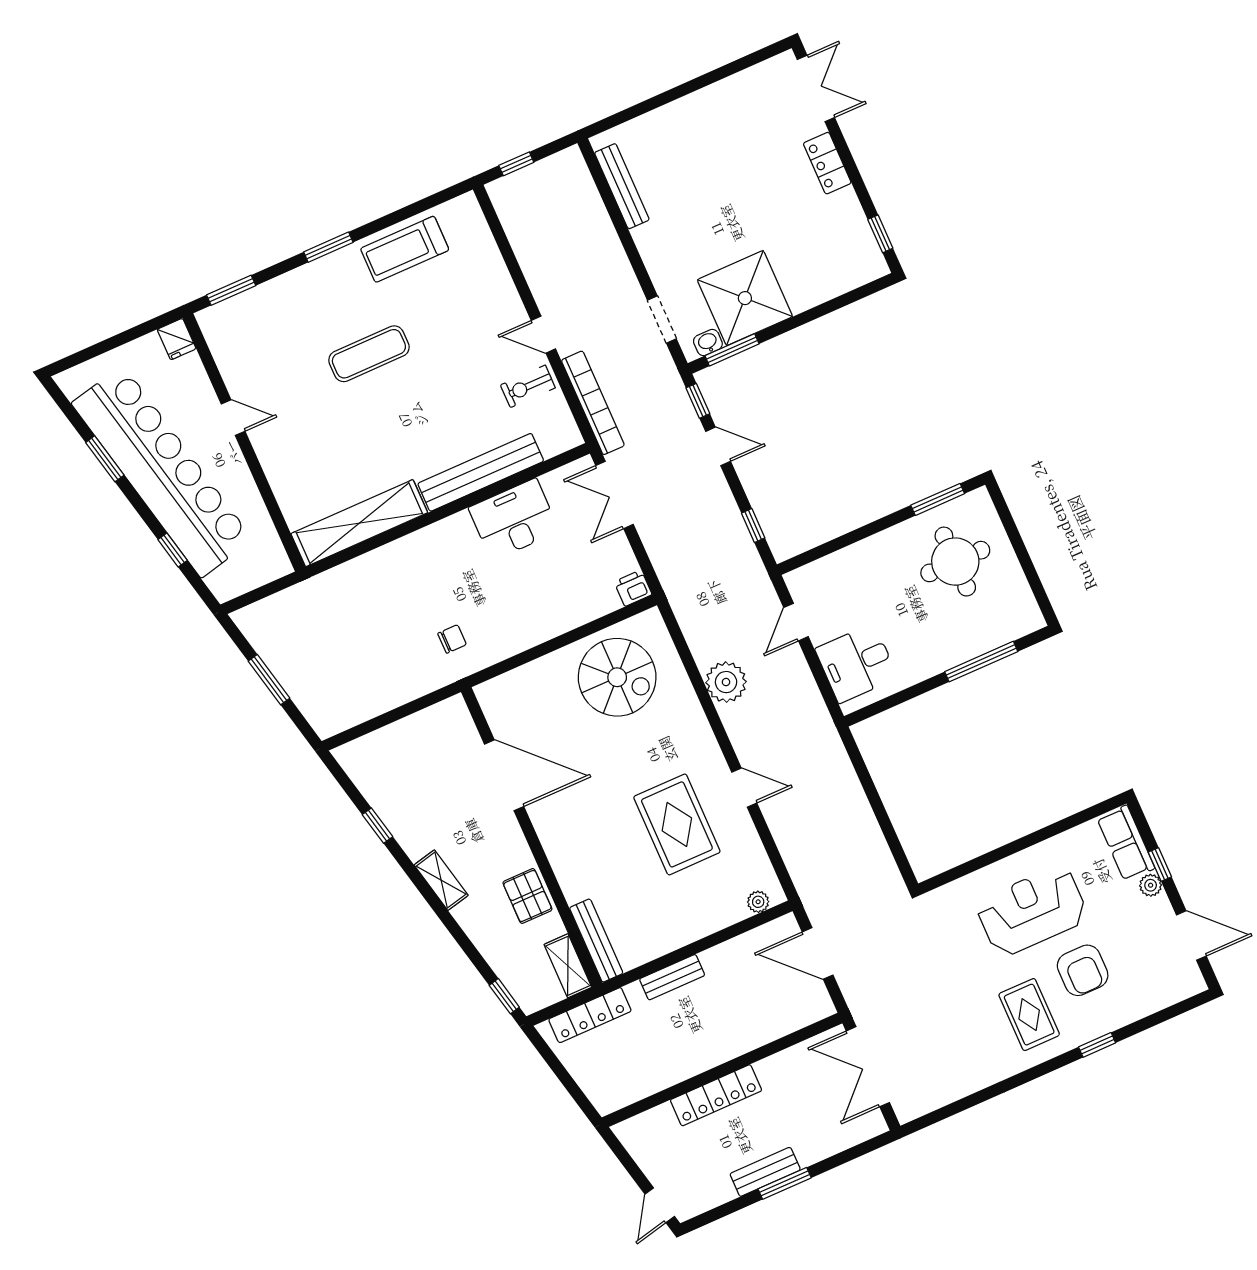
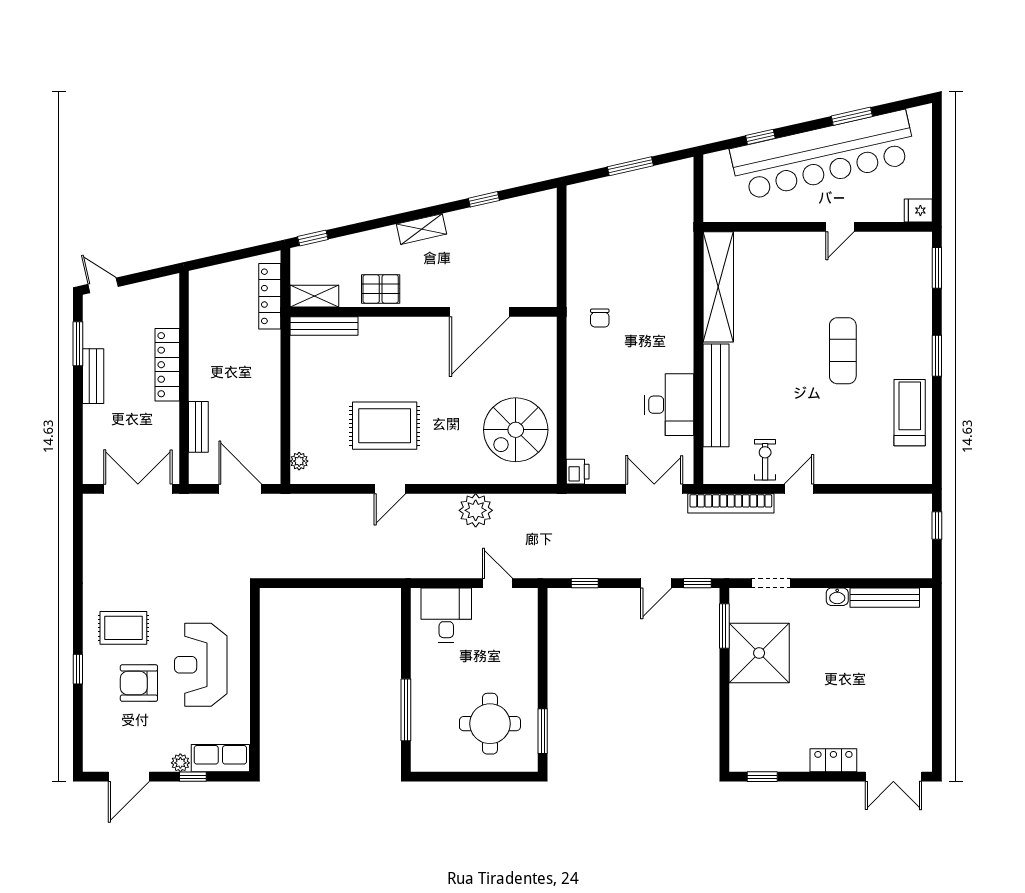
washbasin: (708, 342) -> (837, 597), moved, turned 90
reception desk: (1032, 911) -> (201, 665), turned 180
door: (818, 953) -> (240, 489), hinge flipped
bench: (672, 977) -> (198, 427), moved
window: (785, 1183) -> (78, 344), moved

